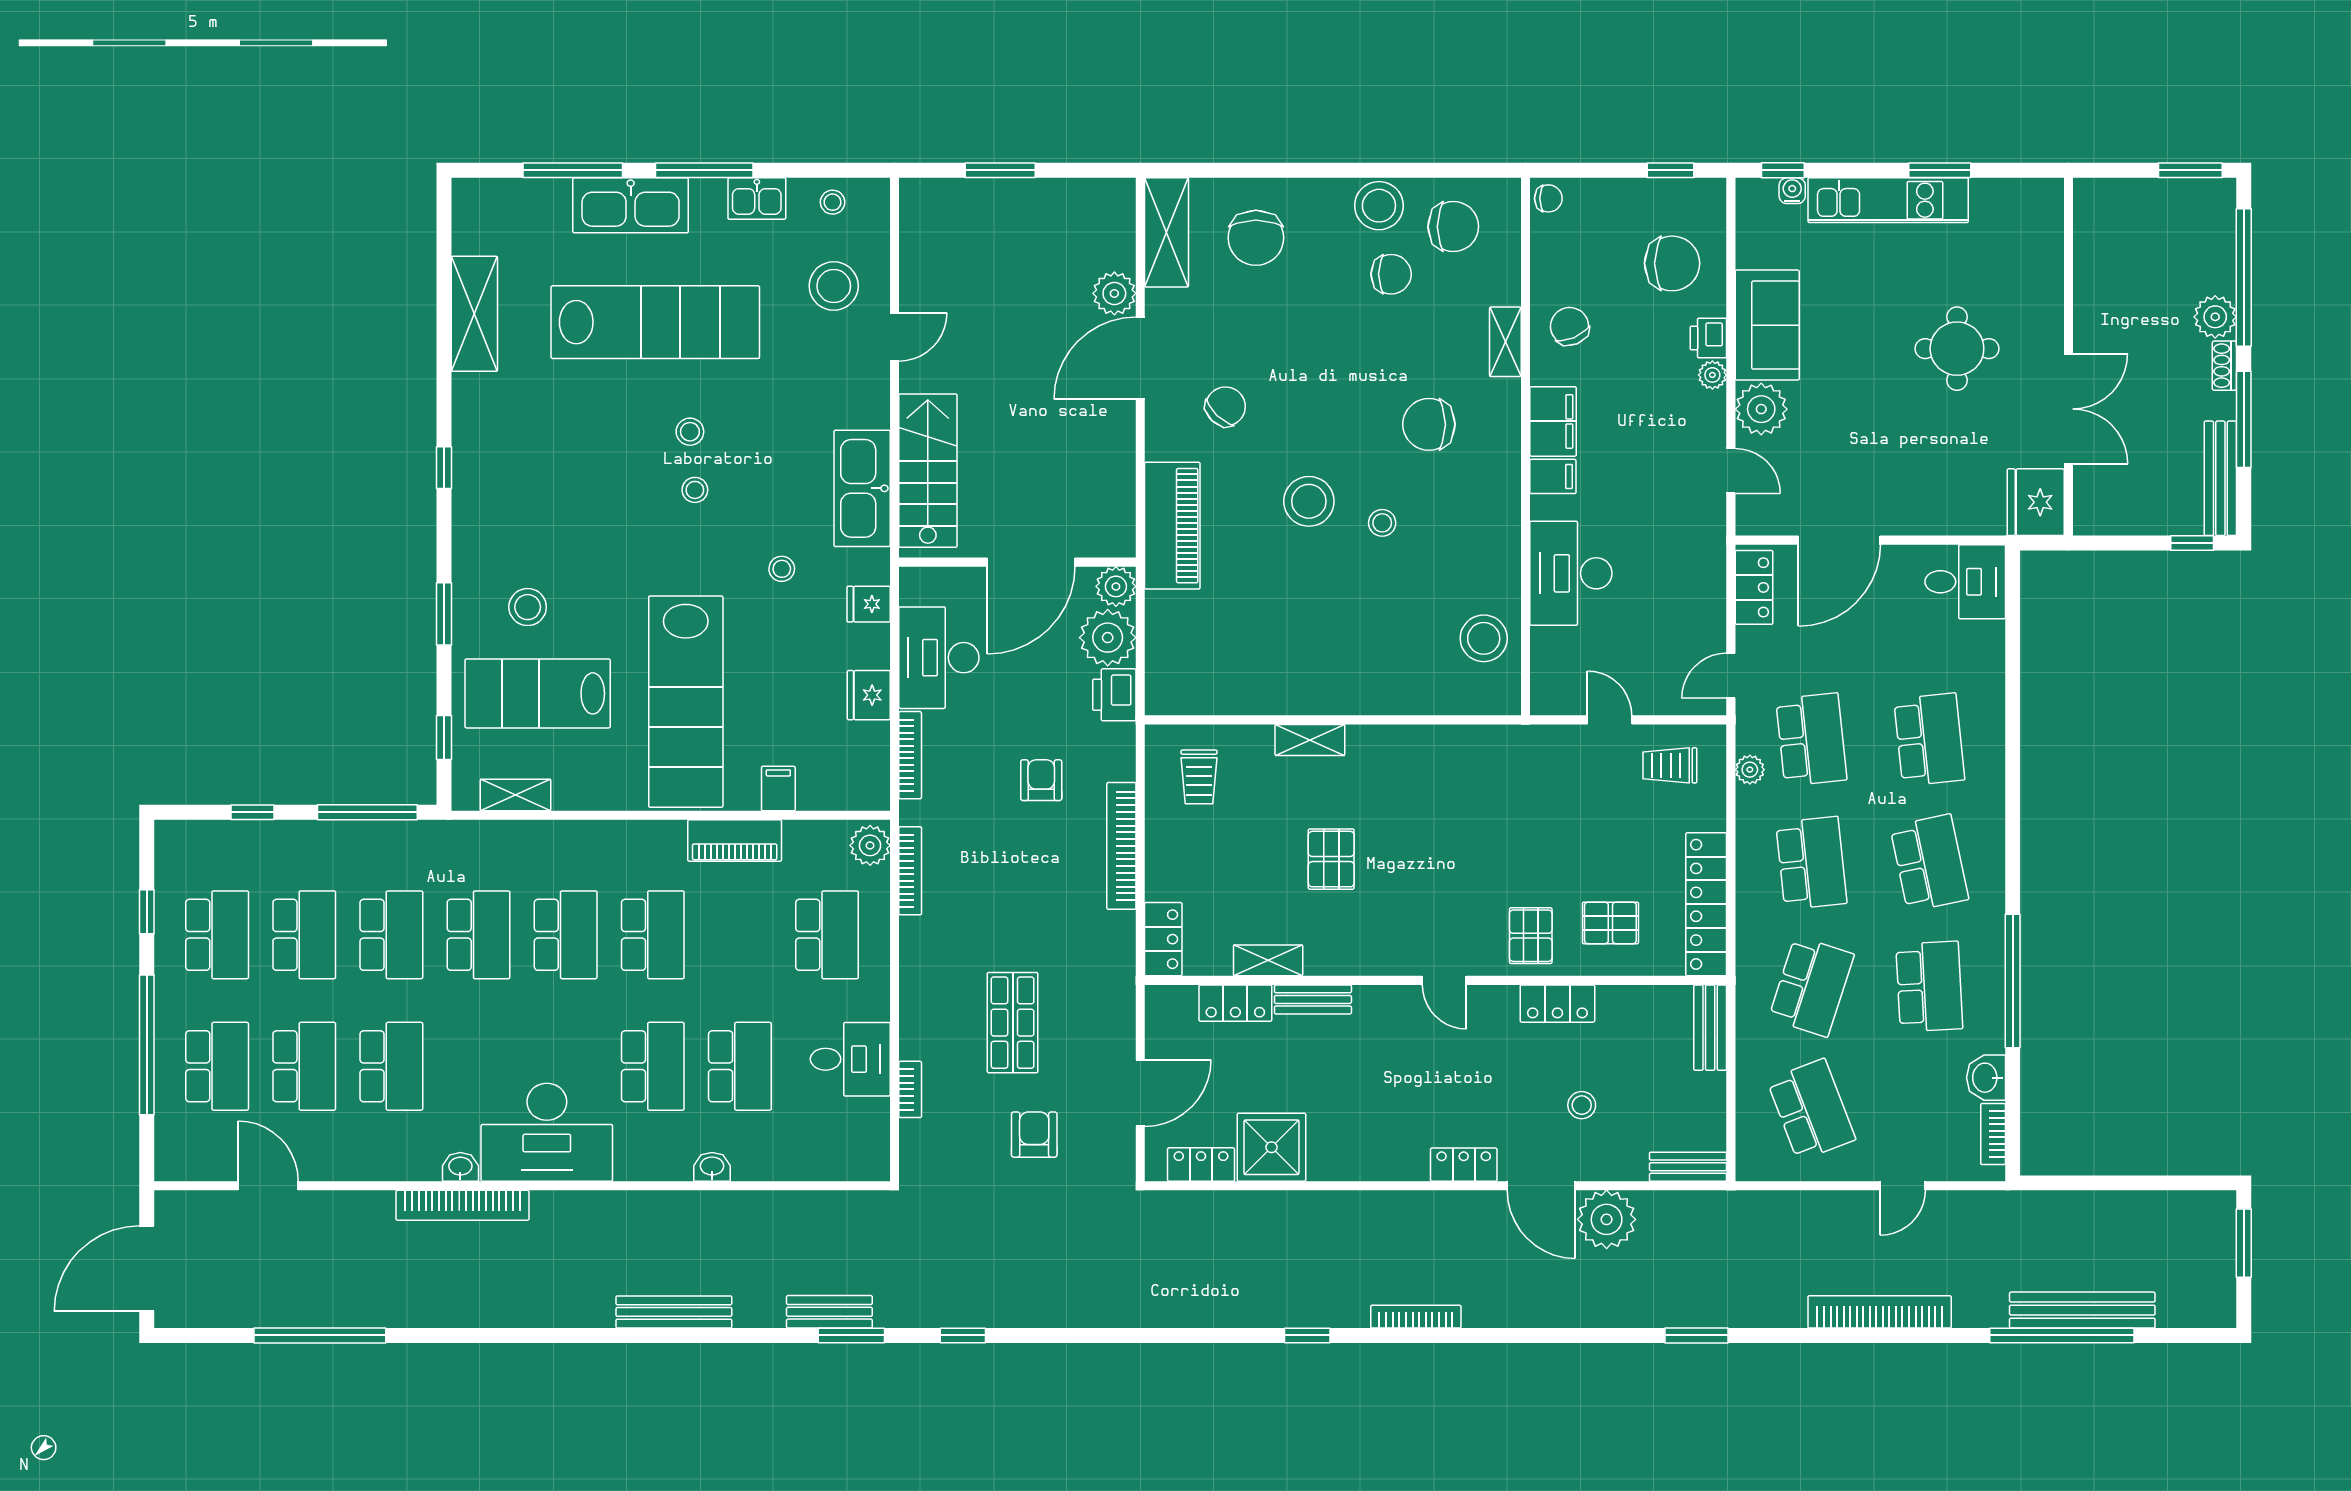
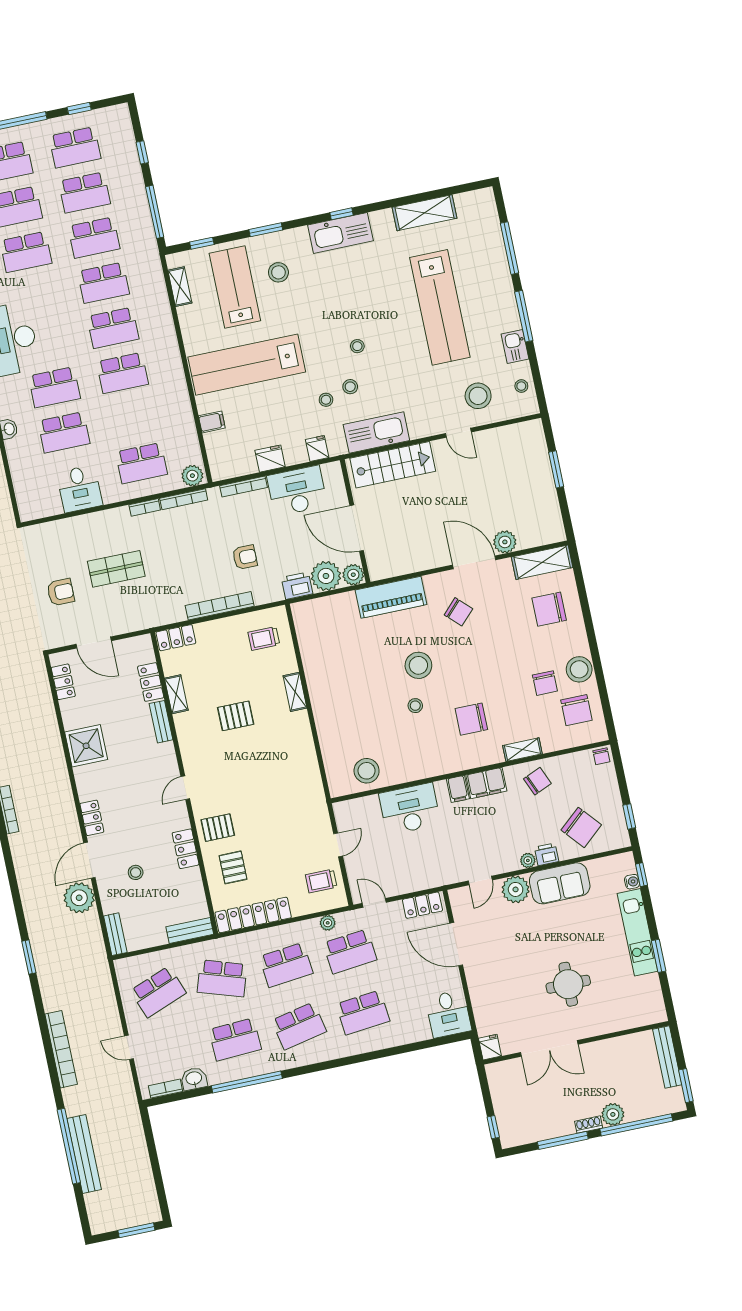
kitchen sink: (631, 205) -> (340, 233), moved, turned -90
chair: (1672, 263) -> (581, 827), turned -41
chair: (1429, 424) -> (471, 719), turned -90
stool: (690, 432) -> (350, 387), moved
bench: (2220, 478) -> (667, 1057), moved, turned 90
fridge: (2036, 502) -> (490, 1047), width x0.53, depth x0.75
trolley: (1670, 765) -> (321, 881), turned -90
piano: (735, 841) -> (180, 405), removed
bookcase: (910, 1089) -> (145, 507), moved
shower: (1271, 1147) -> (86, 746), moved

